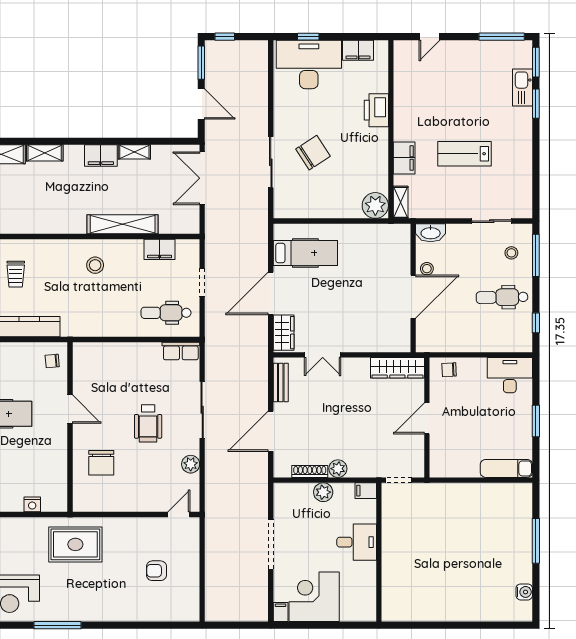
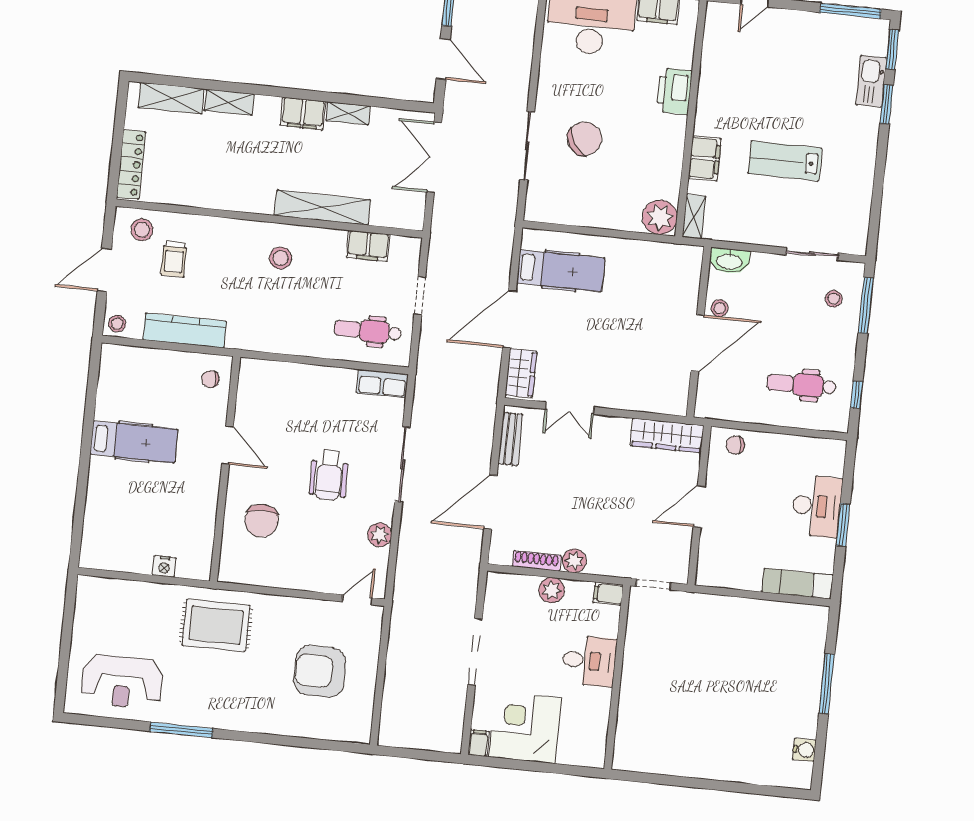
dental chair: (502, 297) -> (801, 385), moved
desk: (510, 375) -> (817, 506), moved, turned 90
armchair: (156, 571) -> (320, 671), width x1.88, depth x1.88

